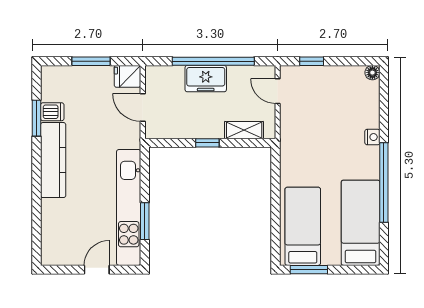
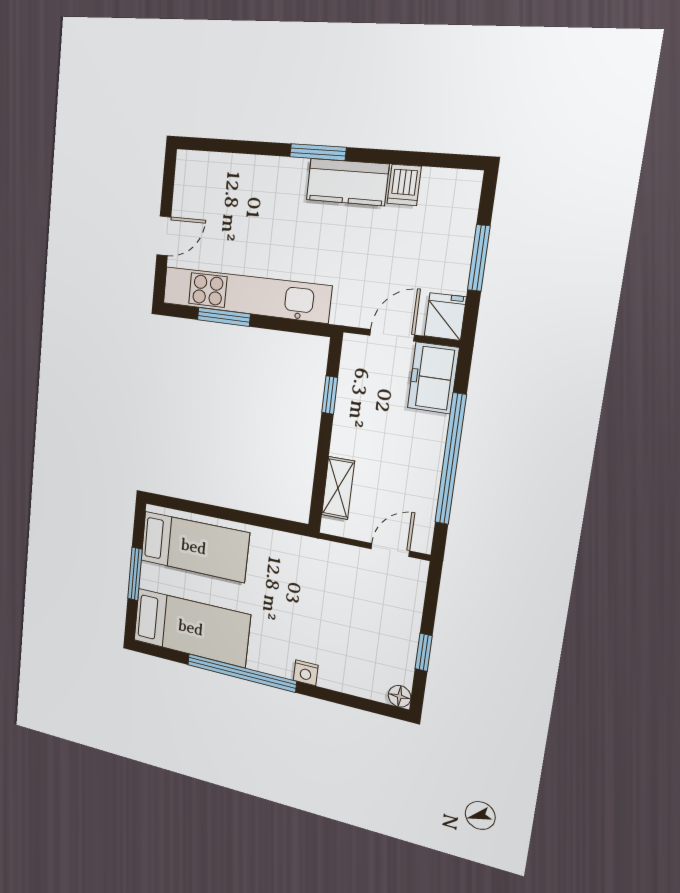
window: (312, 61) -> (424, 652), moved
freezer: (206, 79) -> (433, 378), moved
window: (36, 118) -> (318, 152), moved
window: (207, 143) -> (330, 395), moved
kitchen counter: (53, 160) -> (347, 182), width x0.67
door: (97, 270) -> (164, 236), hinge flipped
window: (309, 270) -> (135, 574), moved

